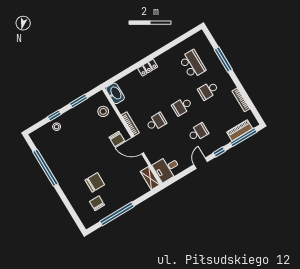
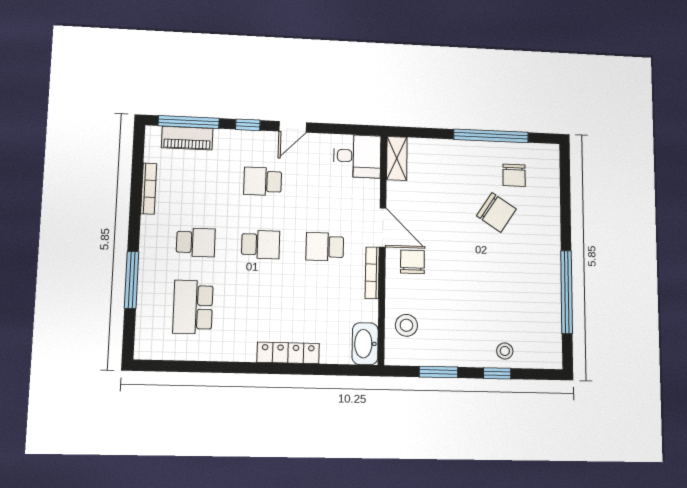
locker: (148, 68) -> (288, 353), width x1.53
chair: (95, 182) -> (496, 212), turned -147

